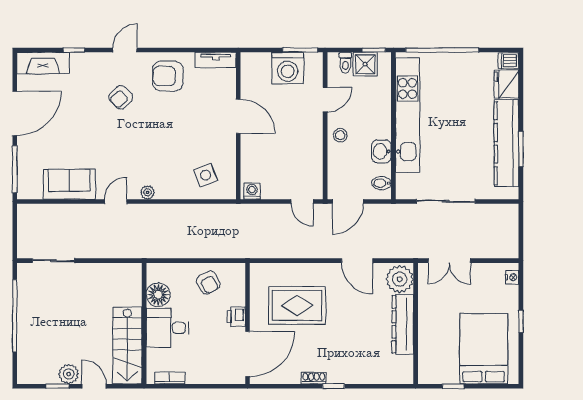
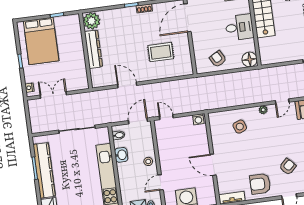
armchair: (168, 76) -> (260, 184), turned 180
side table: (206, 175) -> (240, 127), moved
double door: (449, 261) -> (53, 95), moved
plant: (400, 279) -> (92, 21), moved
floor lamp: (158, 295) -> (250, 59), moved
rug: (297, 305) -> (161, 52), width x0.73, depth x0.70
printer: (236, 317) -> (198, 40), removed

